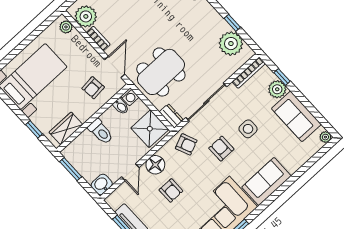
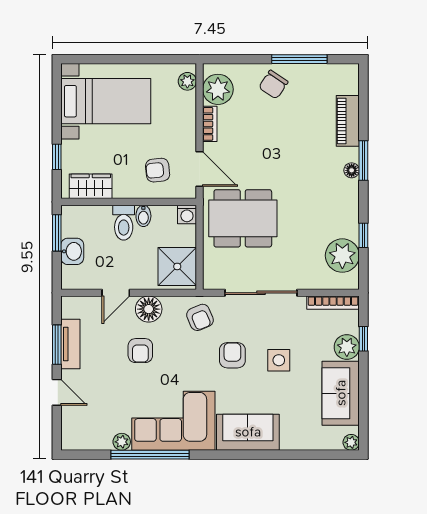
door: (115, 67) -> (200, 169), hinge flipped
bidet: (121, 106) -> (143, 216), moved
dresser: (171, 116) -> (212, 274), removed
washbasin: (102, 184) -> (72, 251), moved, turned 90

